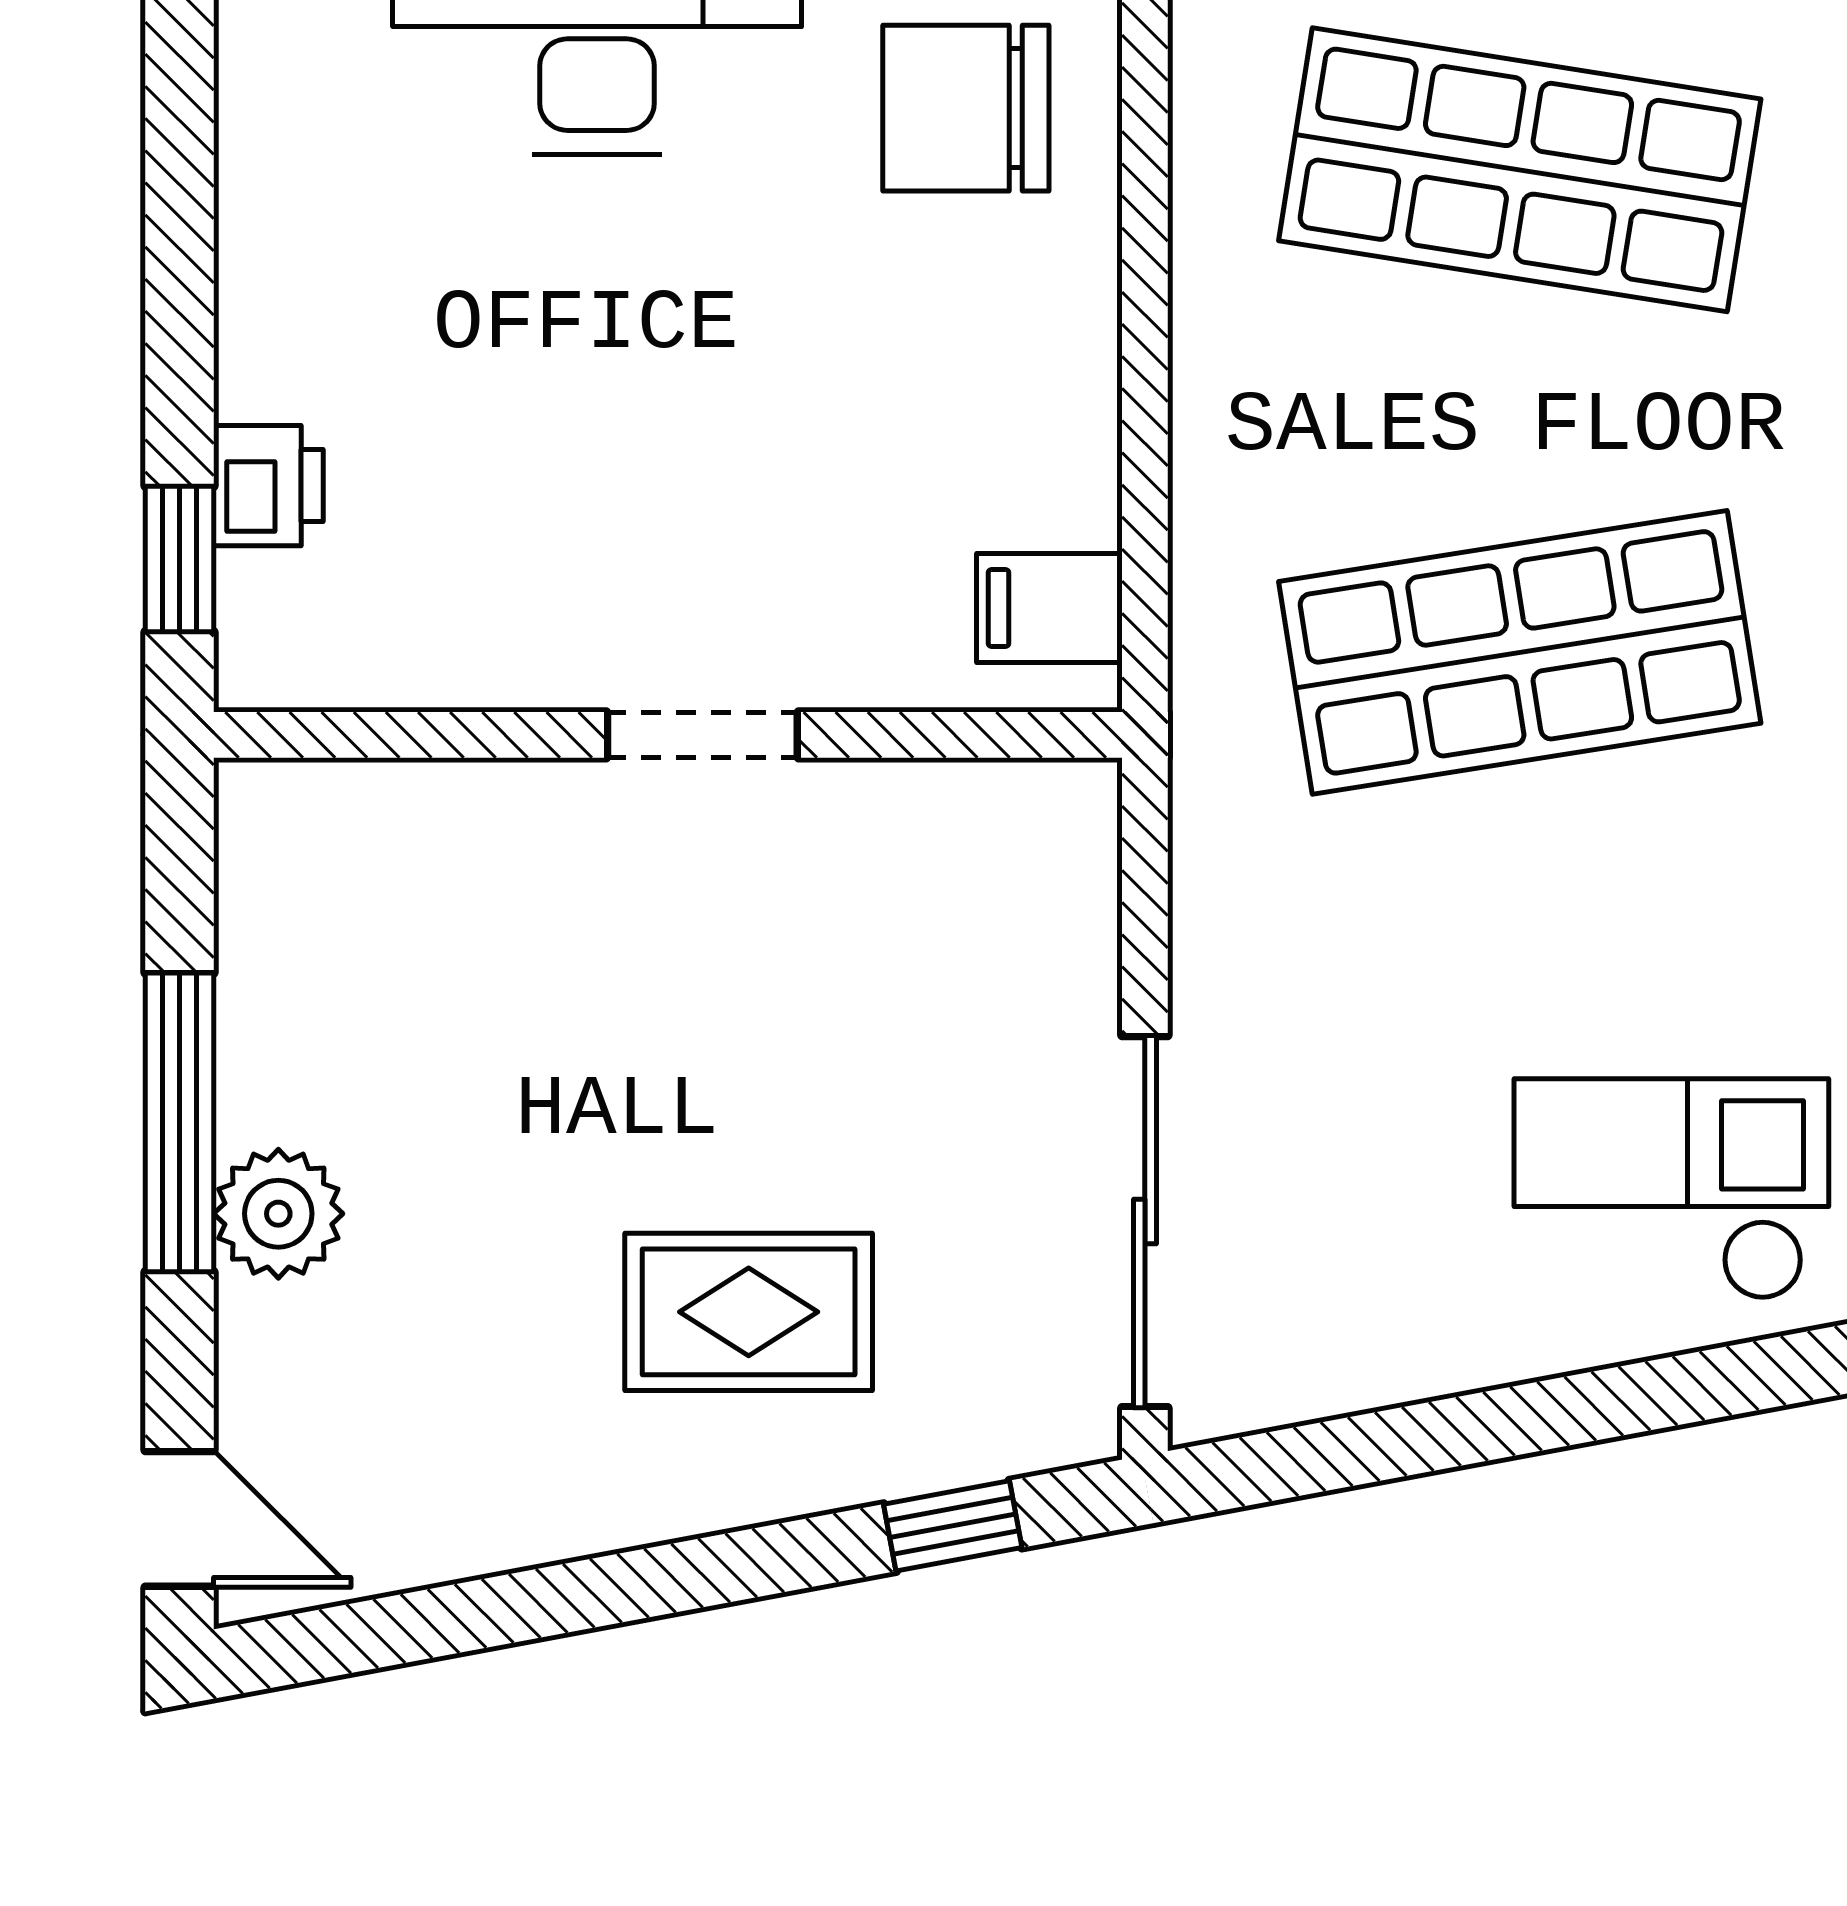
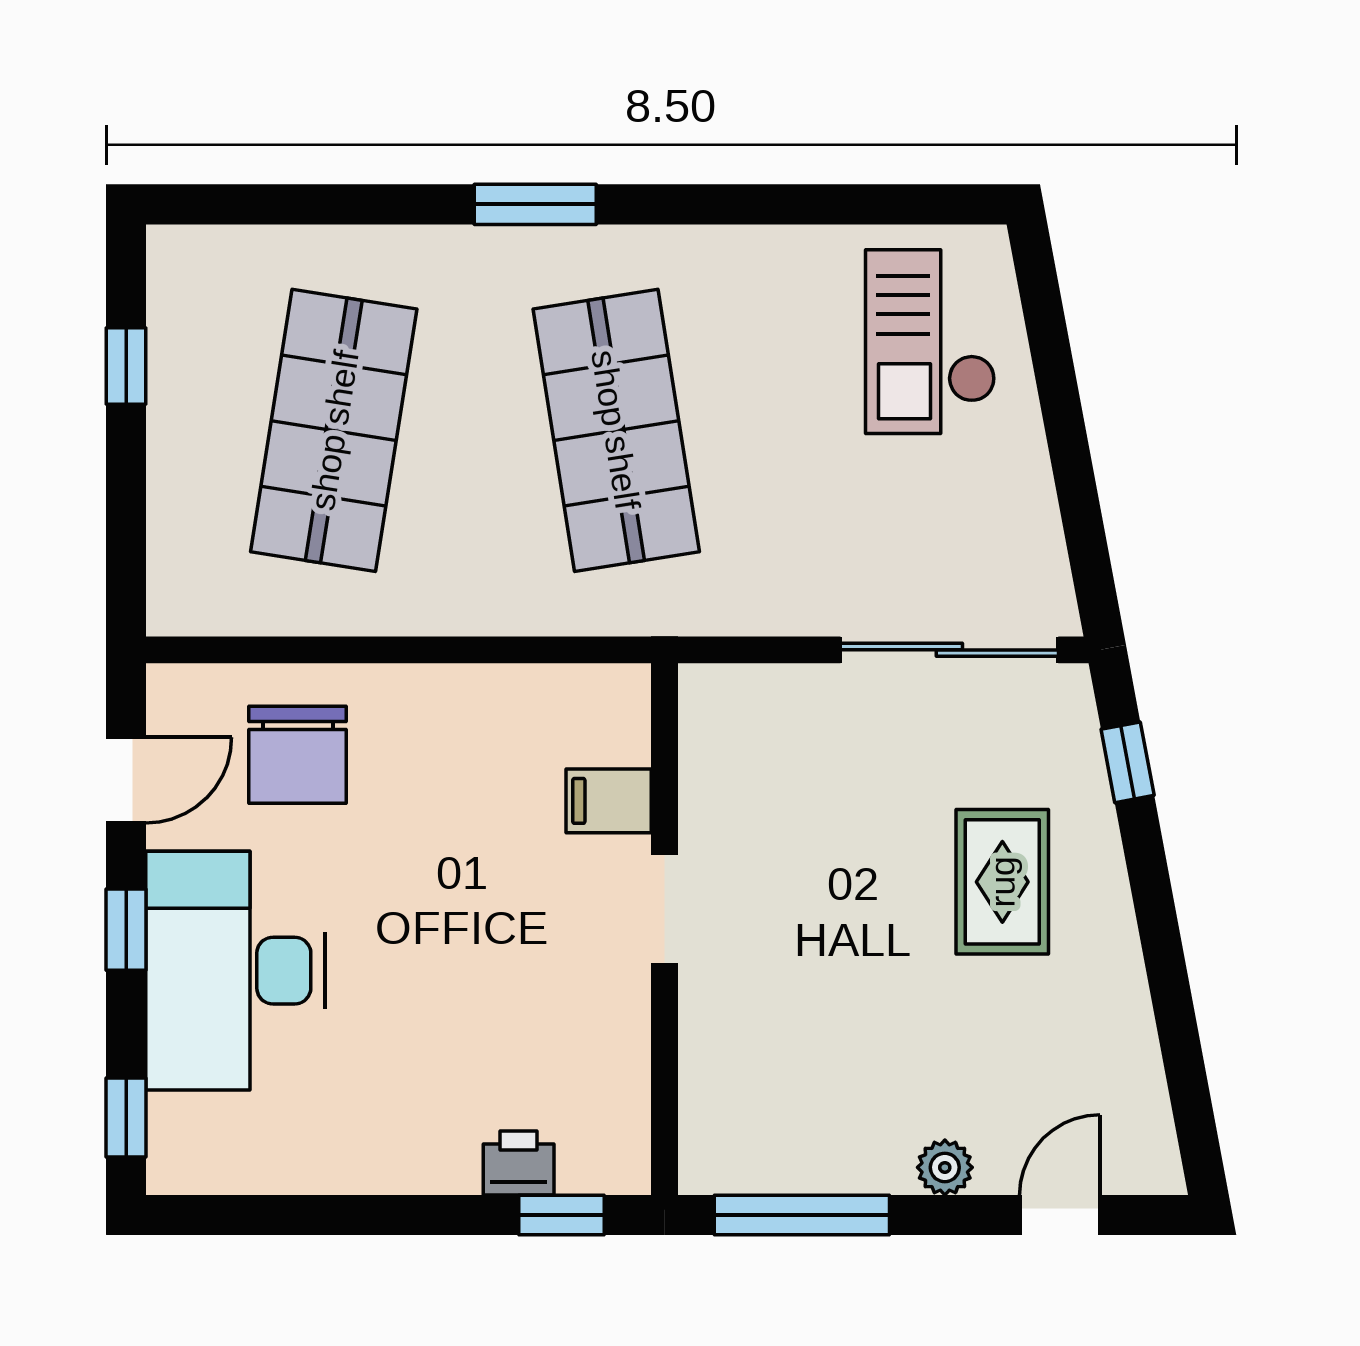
filing cabinet: (1049, 608) -> (609, 801), moved, turned 90
window: (180, 1122) -> (802, 1215), moved
plant: (278, 1214) -> (945, 1167), width x0.73, depth x0.73
door: (180, 1519) -> (1060, 1215), moved

